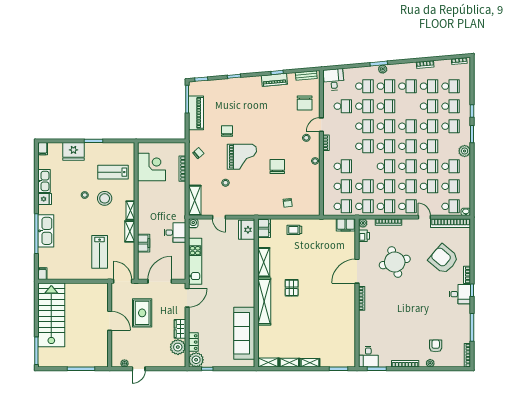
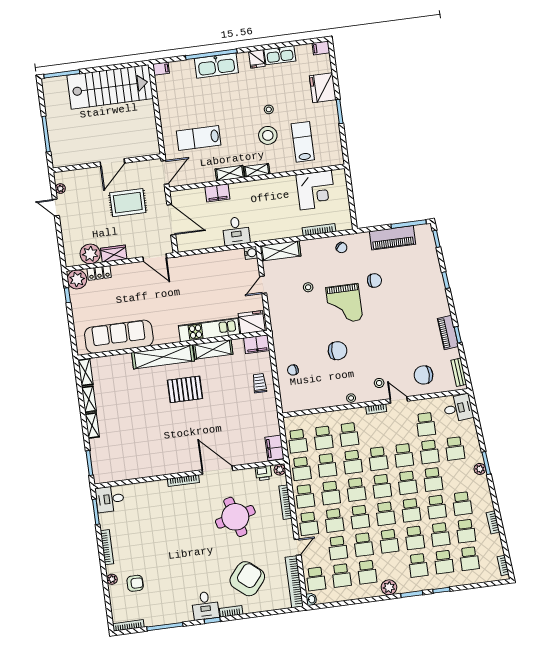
school desk: (386, 86) -> (437, 507), moved
school desk: (364, 166) -> (353, 462), added
kitchen unit: (195, 261) -> (209, 330), moved, turned 180
pallet: (292, 288) -> (185, 389), width x1.50, depth x1.42

